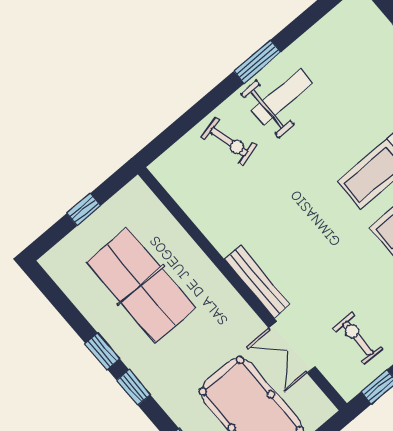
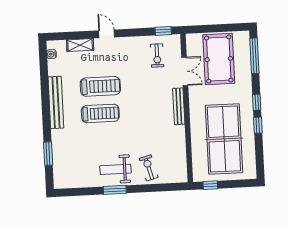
window: (84, 210) -> (210, 185), moved
table tennis table: (141, 285) -> (224, 139), width x1.36, depth x1.32

